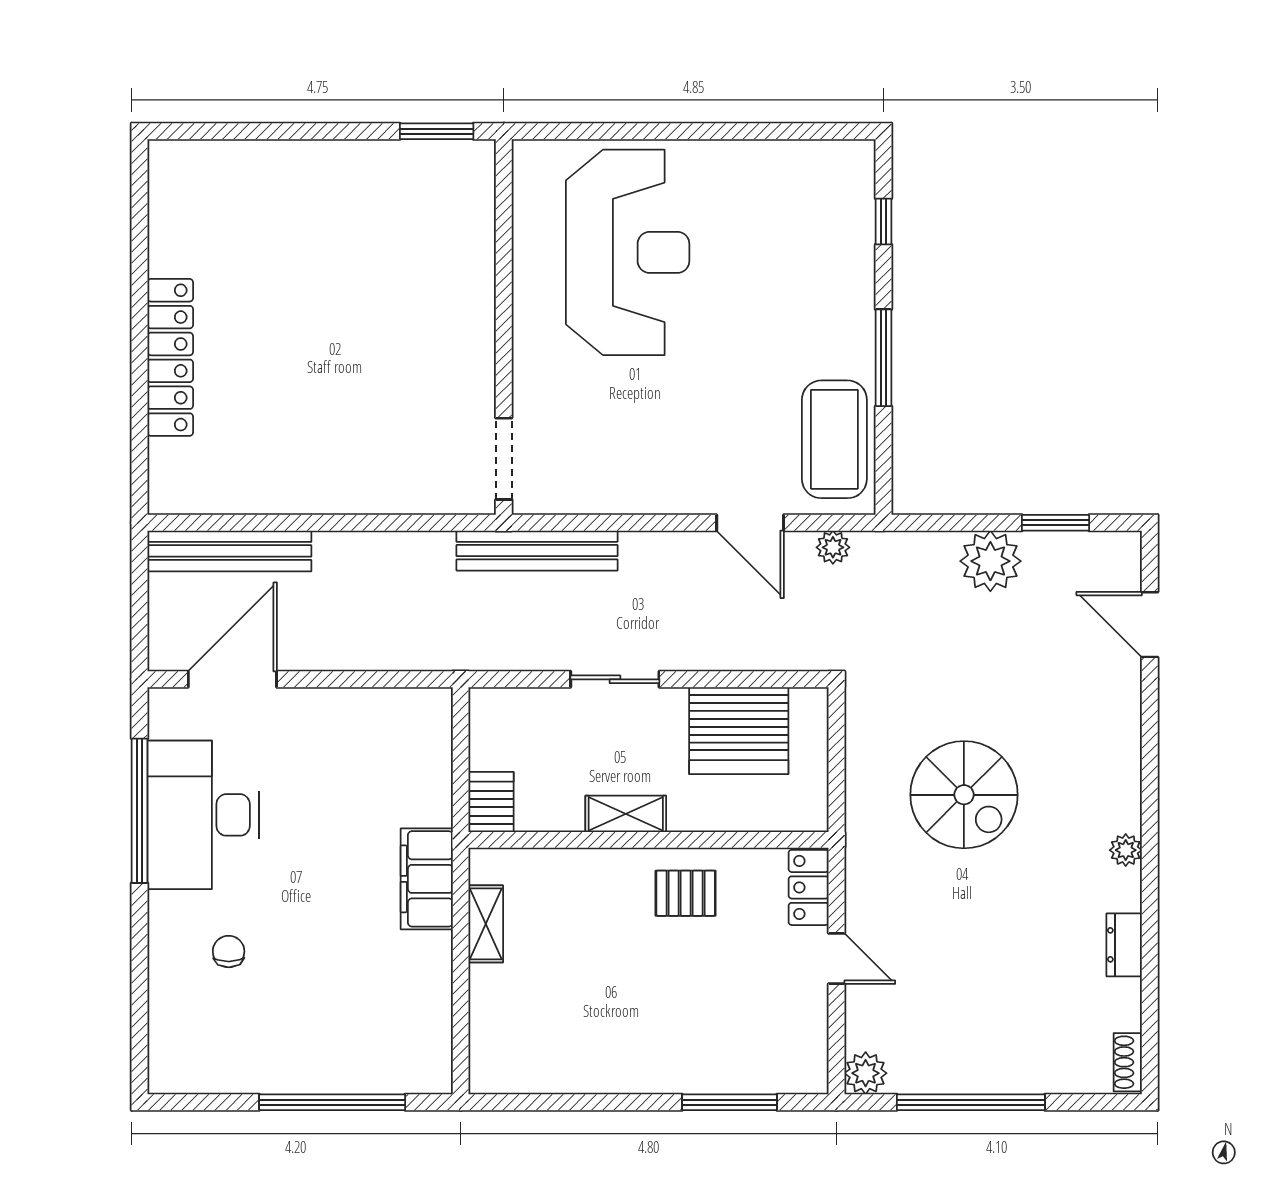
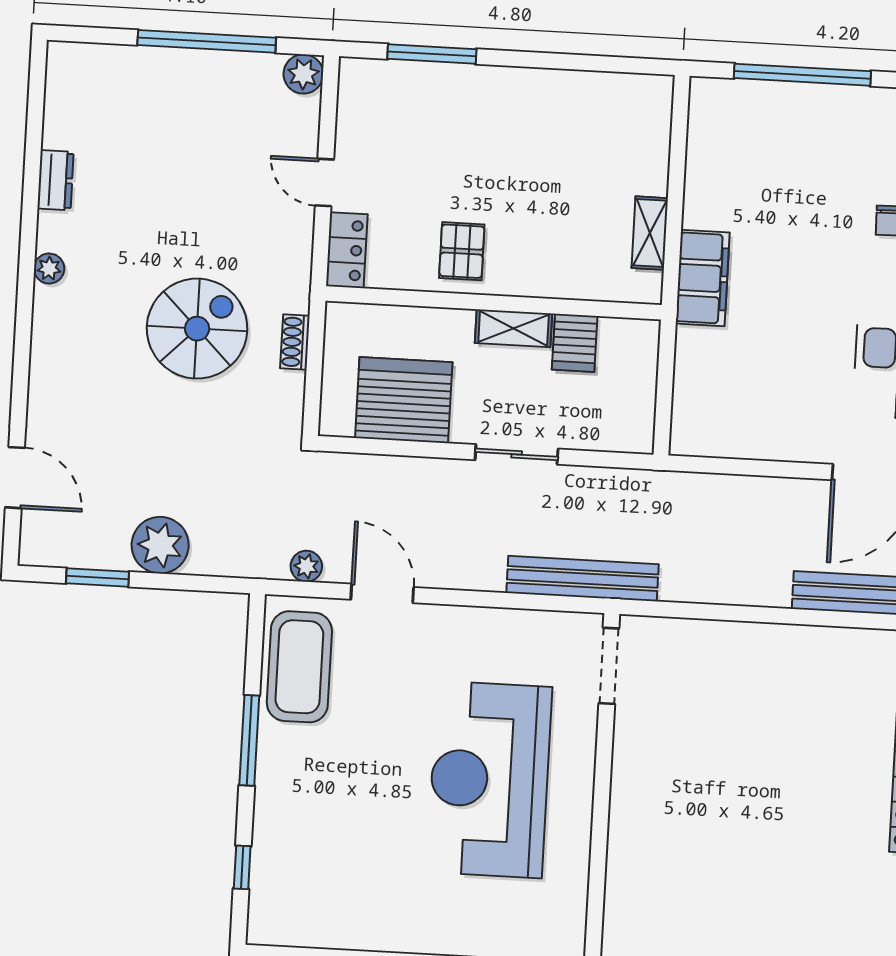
reception desk: (628, 252) -> (489, 780), moved
spiral stairs: (964, 795) -> (197, 329), turned 90
server rack: (491, 802) -> (575, 343), moved
pallet: (686, 893) -> (462, 251), turned 90
shoe rack: (1128, 1062) -> (295, 342), moved, turned 180

